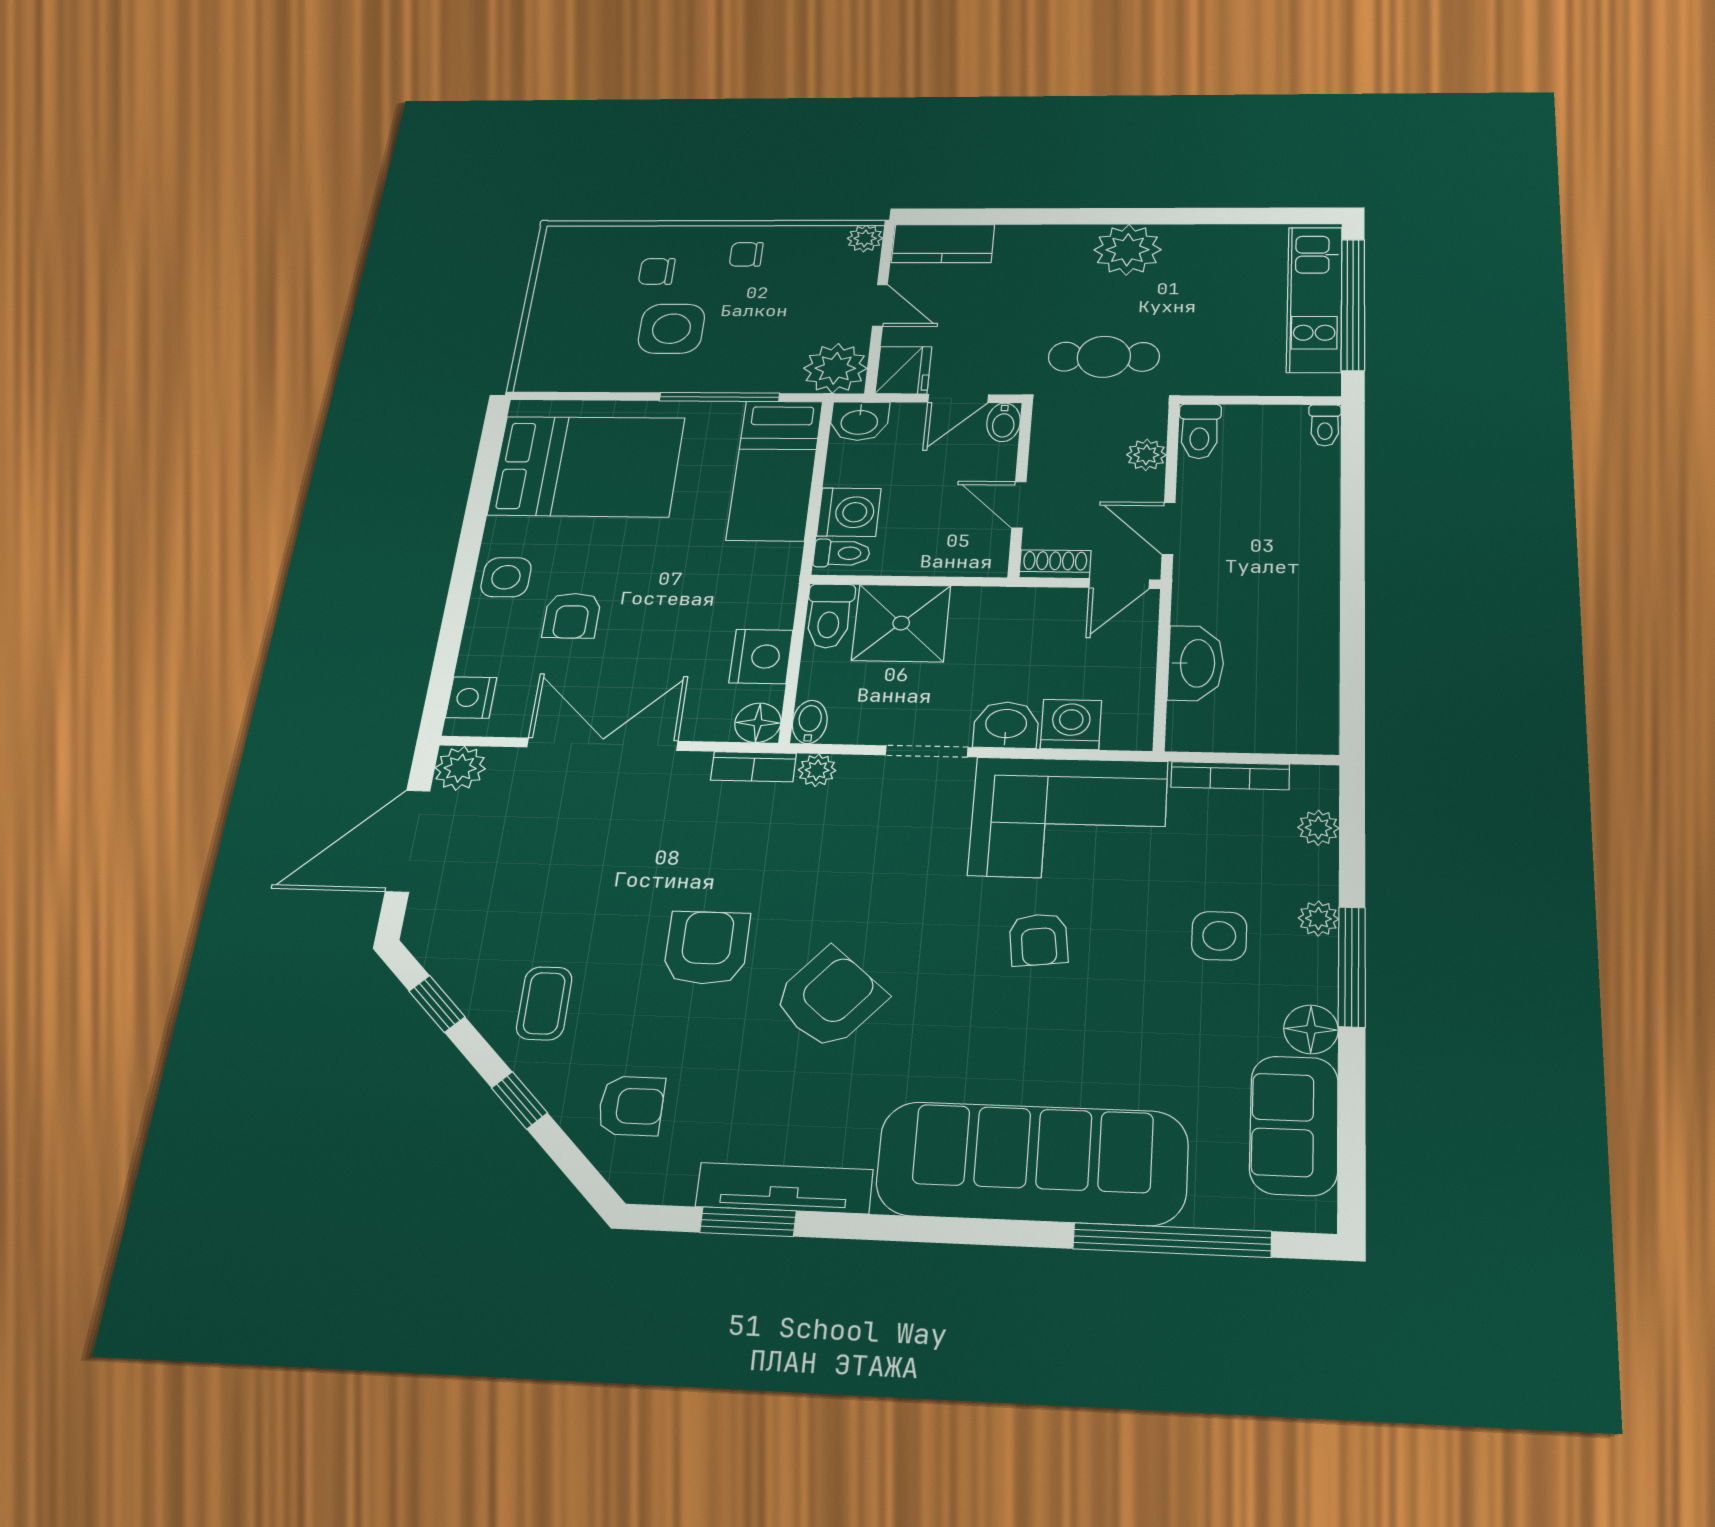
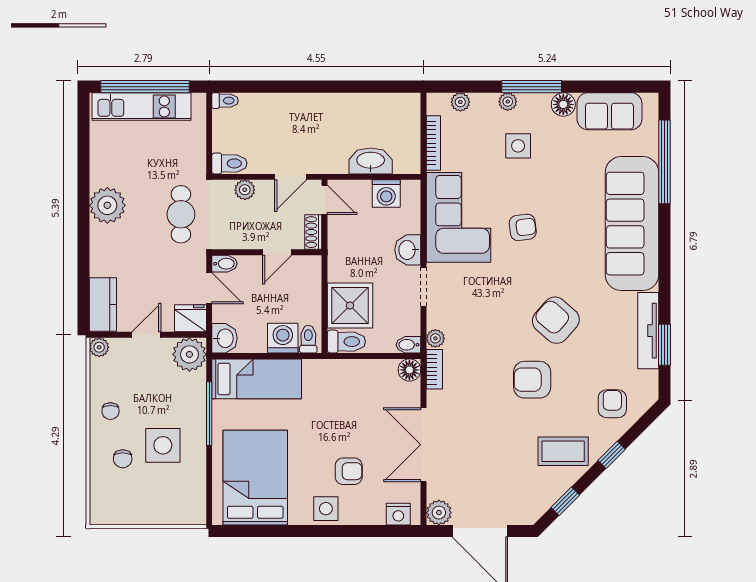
nightstand: (761, 656) -> (371, 373), removed
washing machine: (1071, 724) -> (386, 194), moved, turned -90
coffee table: (544, 1003) -> (563, 451), width x1.36, depth x1.30

